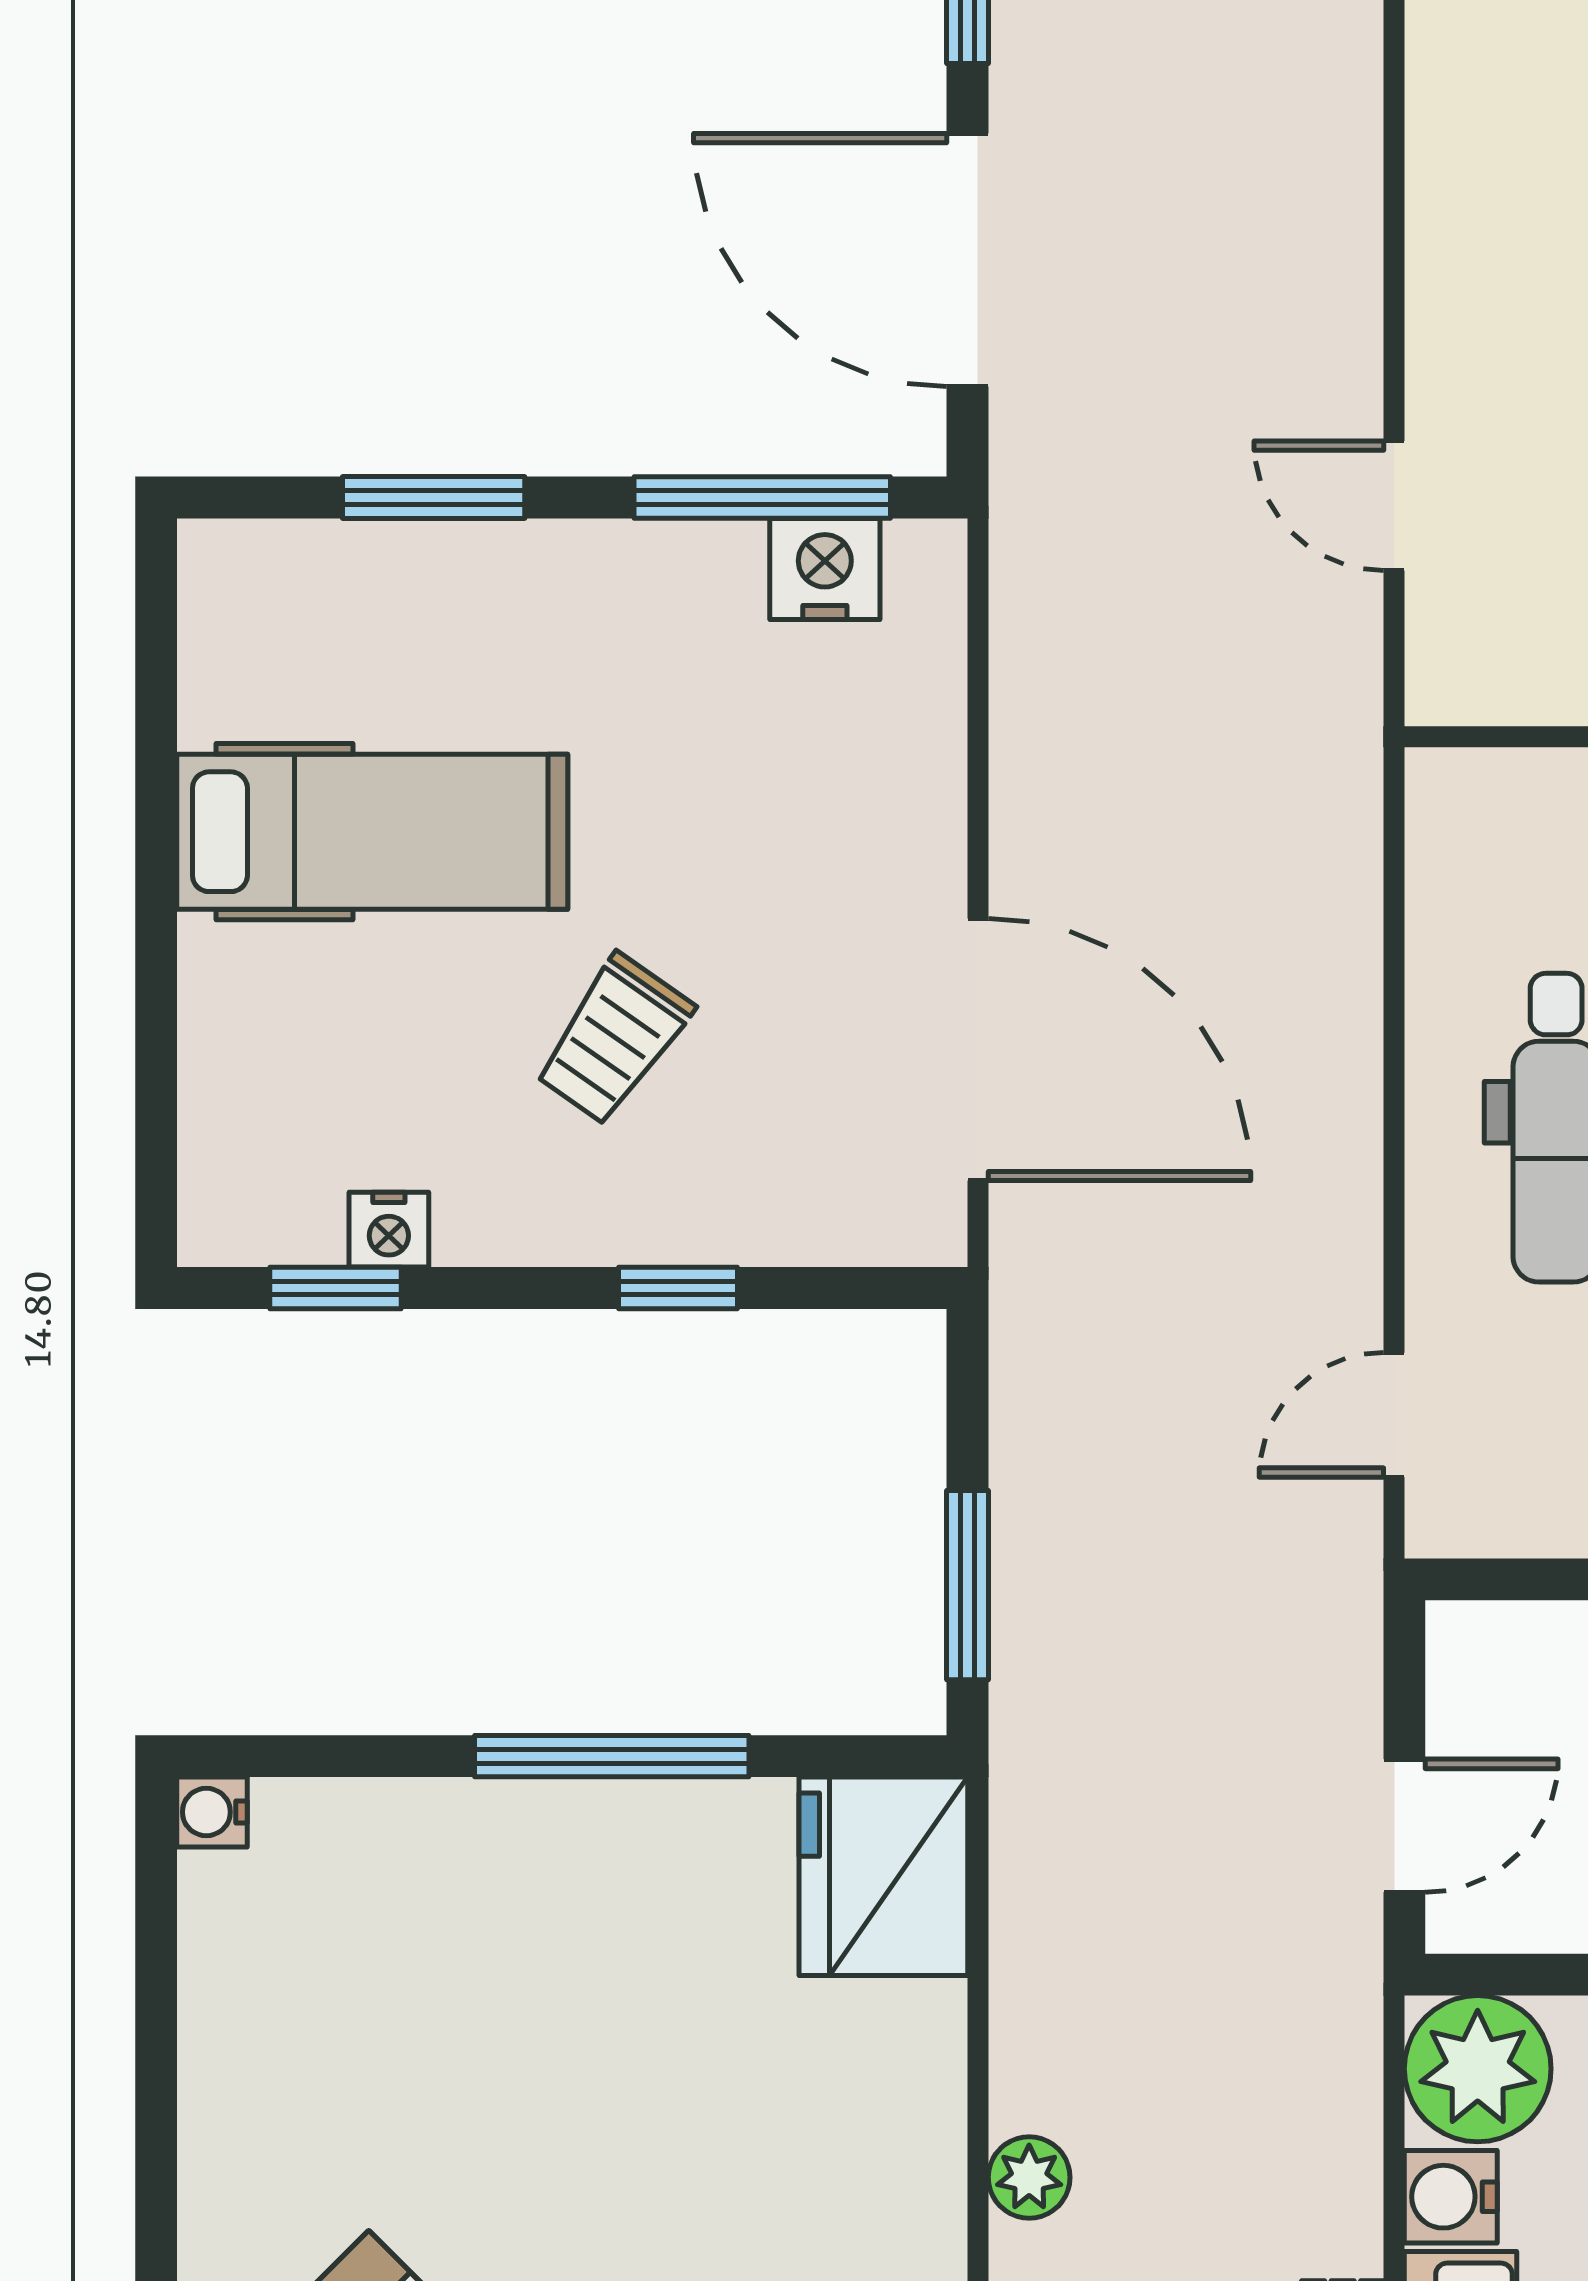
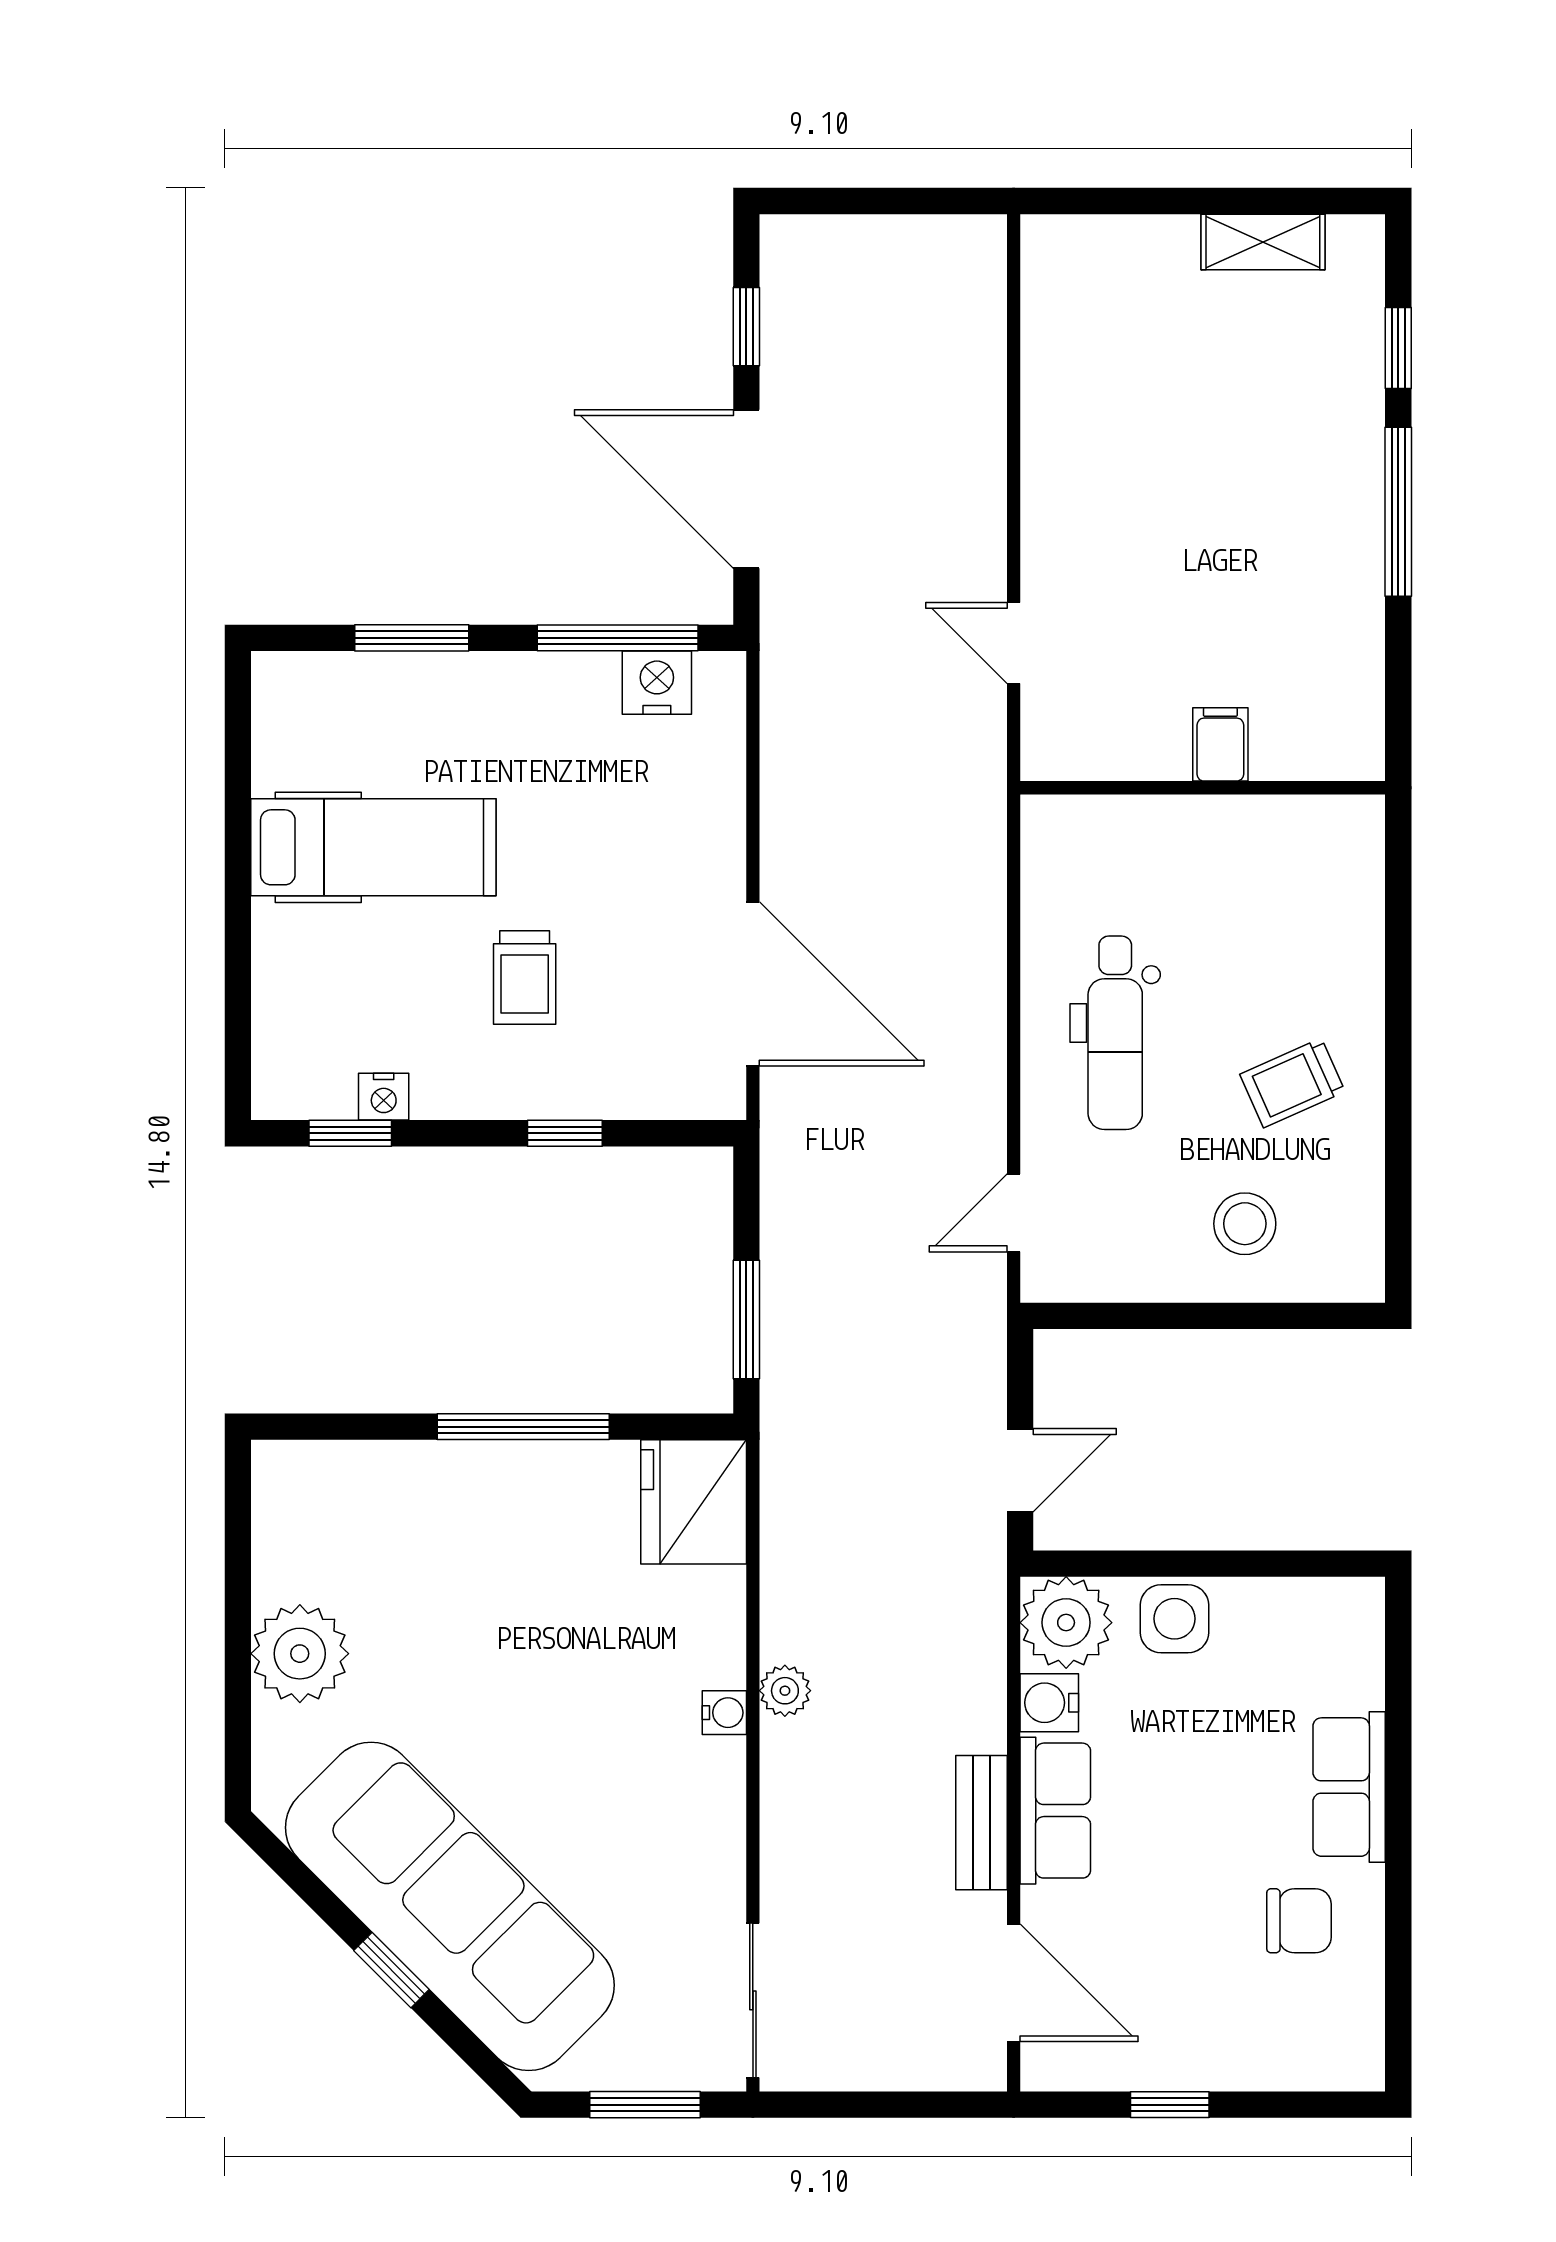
trolley: (614, 1039) -> (525, 977), turned -35
water cooler: (212, 1812) -> (724, 1713), moved, turned 180
plant: (255, 2118) -> (300, 1654), added

